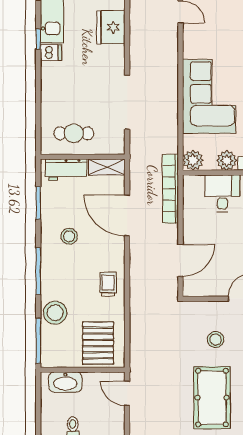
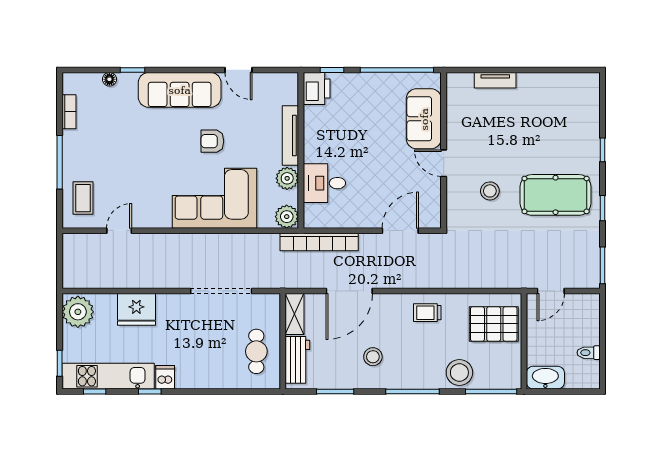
door: (180, 260) -> (400, 231), hinge flipped
washbasin: (65, 382) -> (545, 378), moved, turned -90

